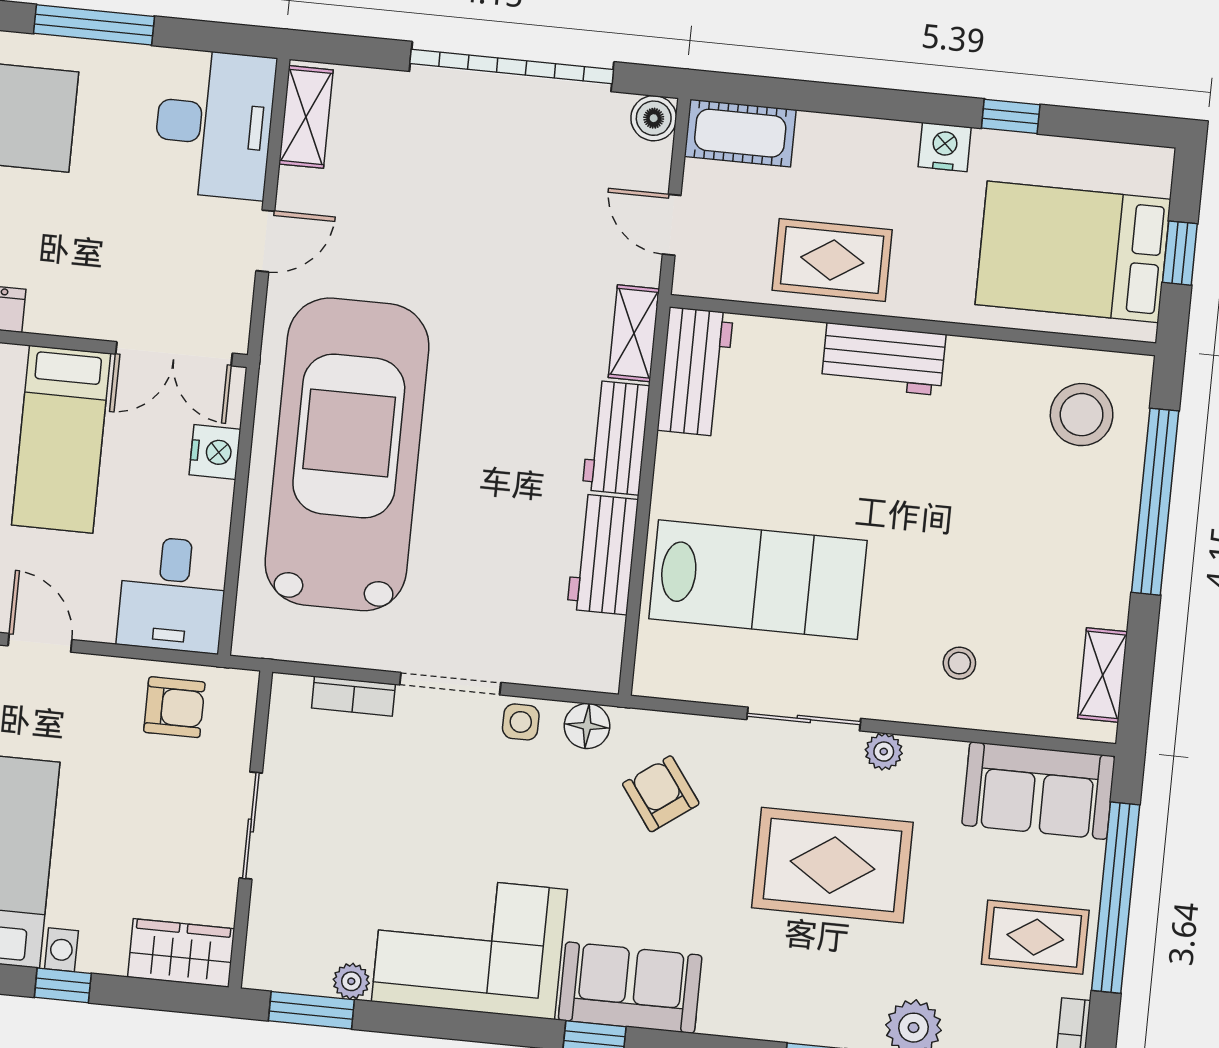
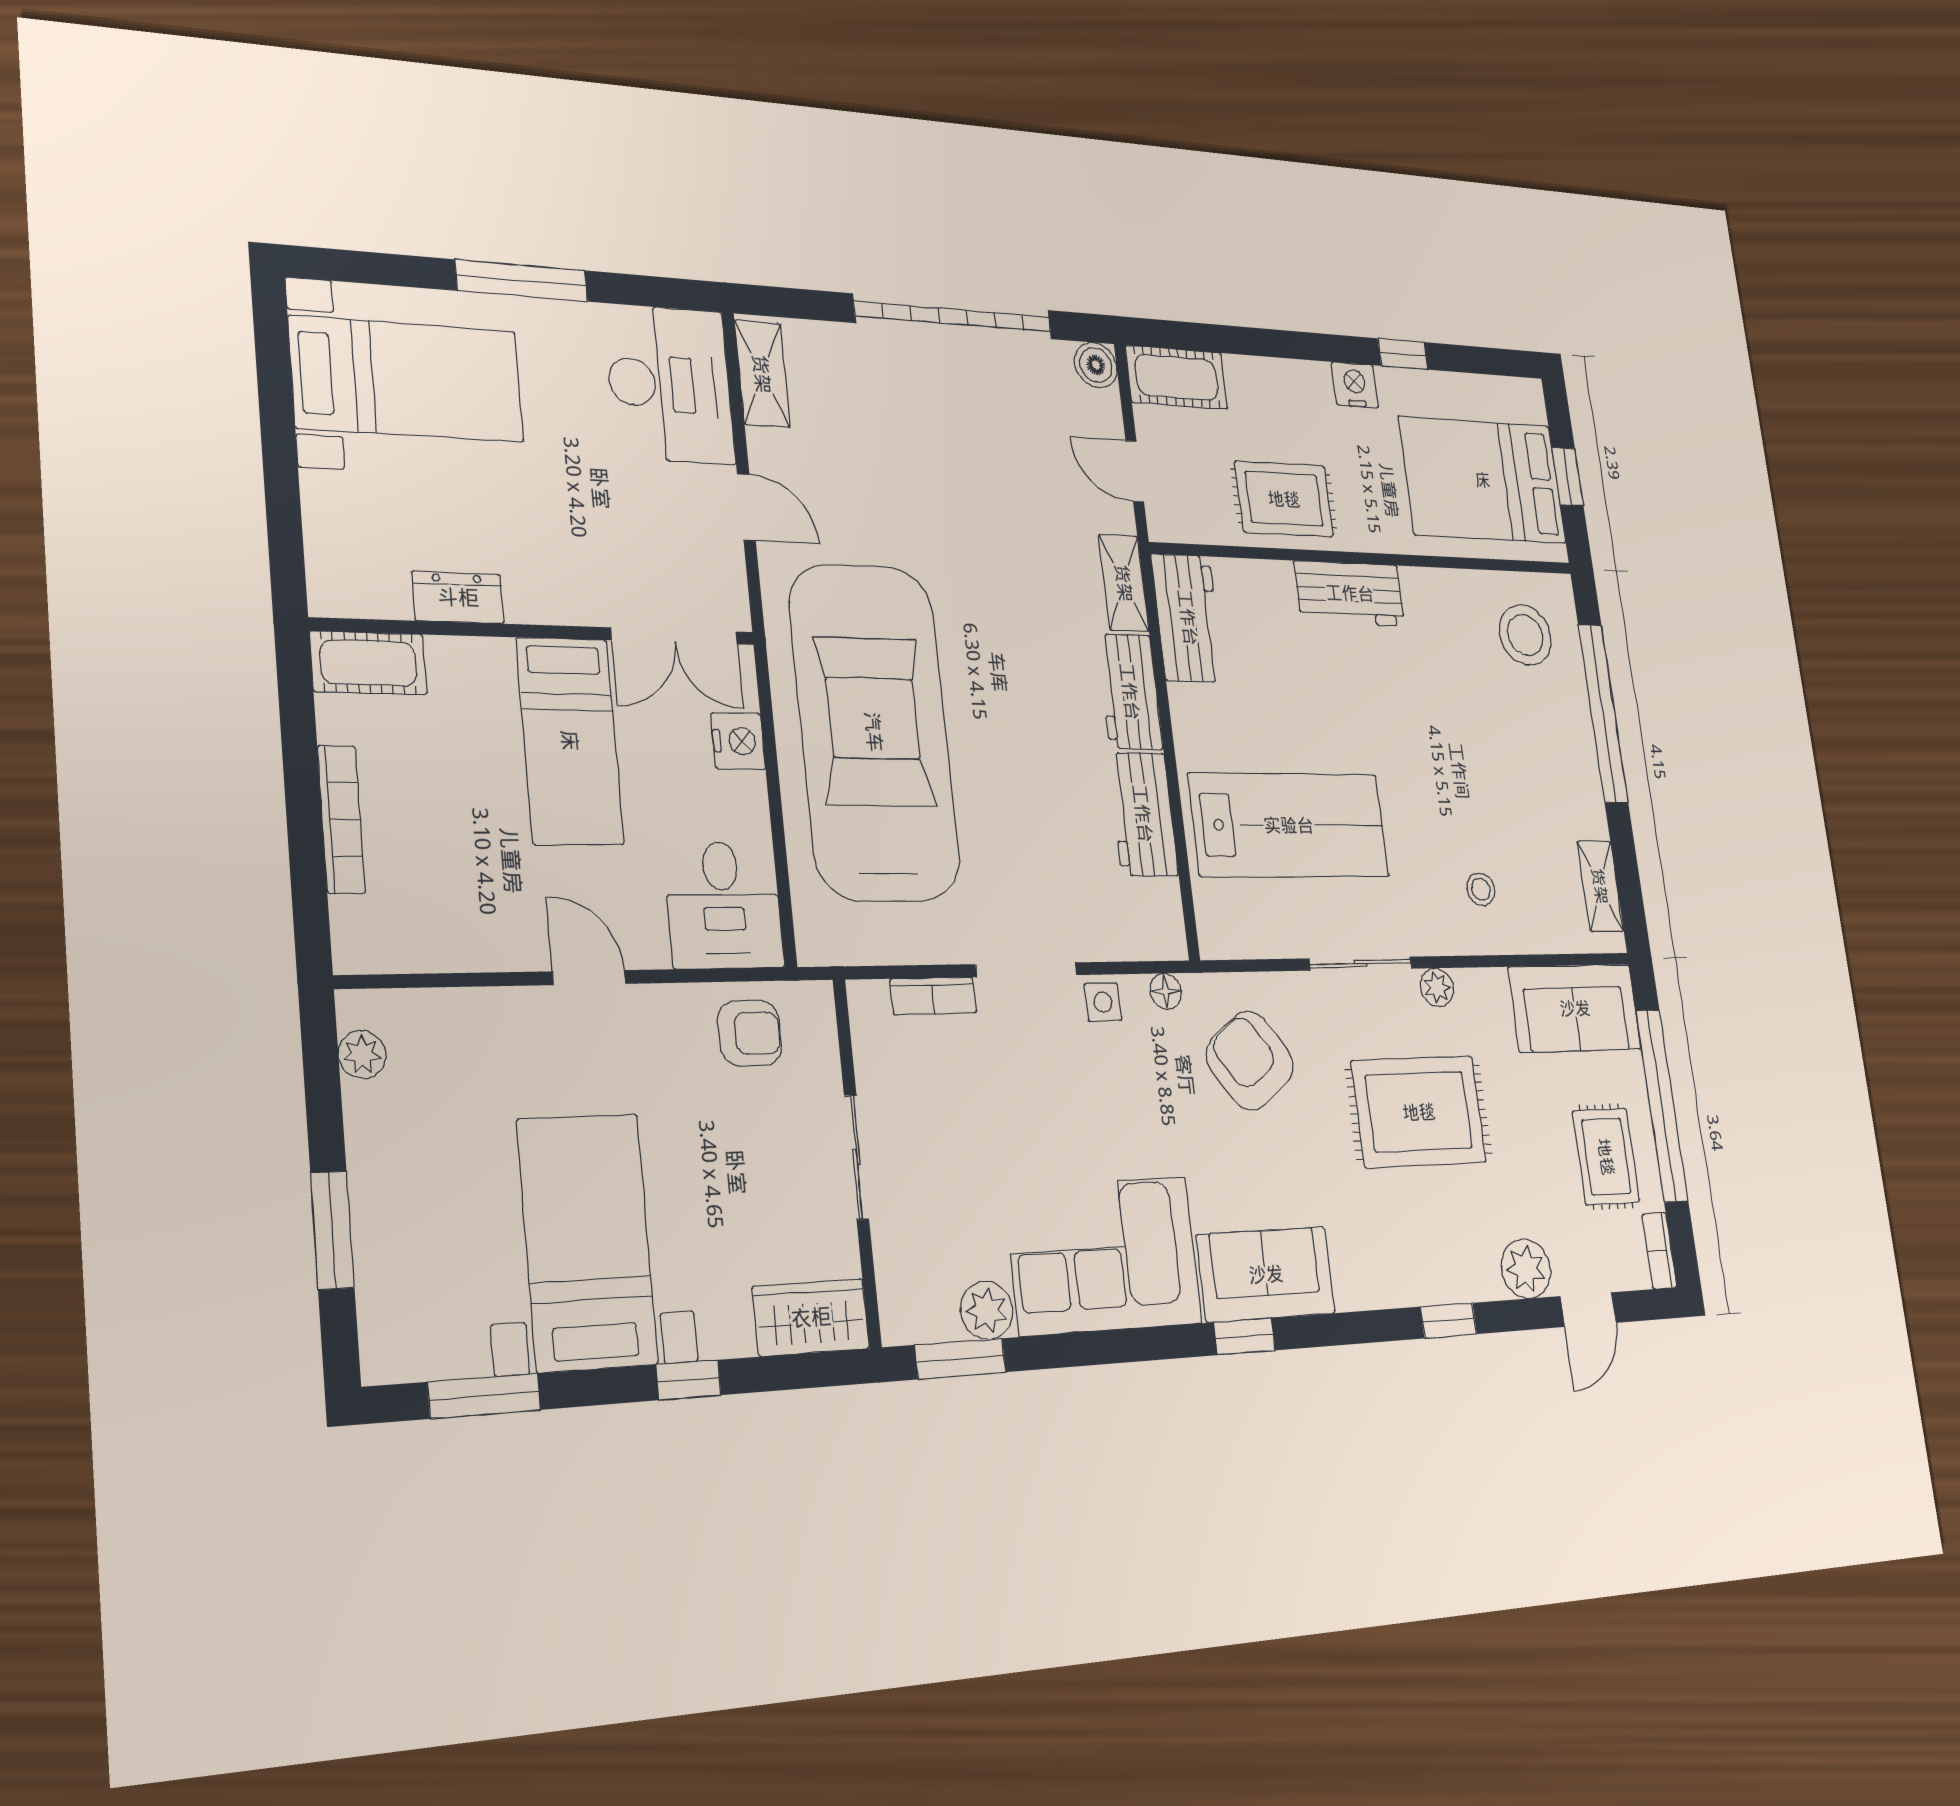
door: (265, 241) -> (746, 507), hinge flipped
floor lamp: (587, 726) -> (1166, 991), width x0.73, depth x0.73
armchair: (661, 794) -> (1250, 1060), width x1.38, depth x1.38
rug: (1035, 937) -> (1606, 1157), turned 90
plant: (351, 981) -> (987, 1310), width x1.38, depth x1.38

